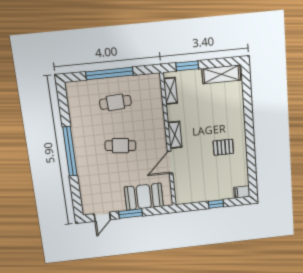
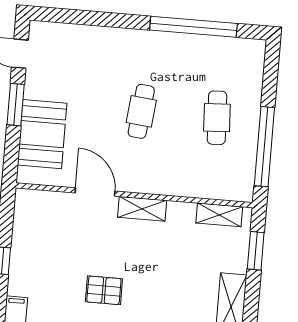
window: (109, 73) -> (264, 147), moved
pallet: (223, 147) -> (104, 290), turned 90
window: (70, 151) -> (193, 27), moved

